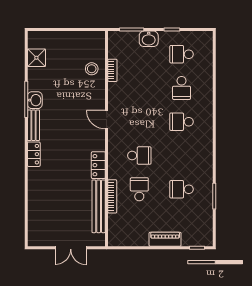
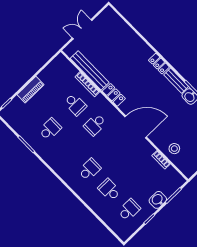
door: (107, 120) -> (136, 127), width x1.88

